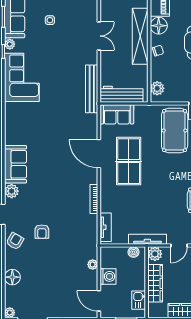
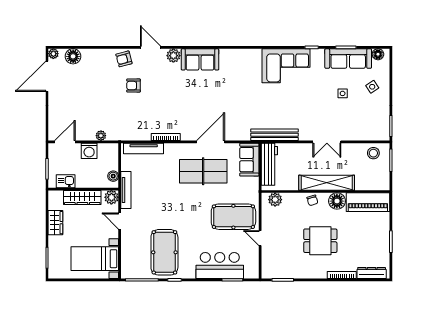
plant: (10, 44) -> (319, 54), removed
tv unit: (106, 227) -> (144, 148), width x1.41
armchair: (15, 241) -> (124, 59), turned 135
floor lamp: (12, 277) -> (73, 56), moved

